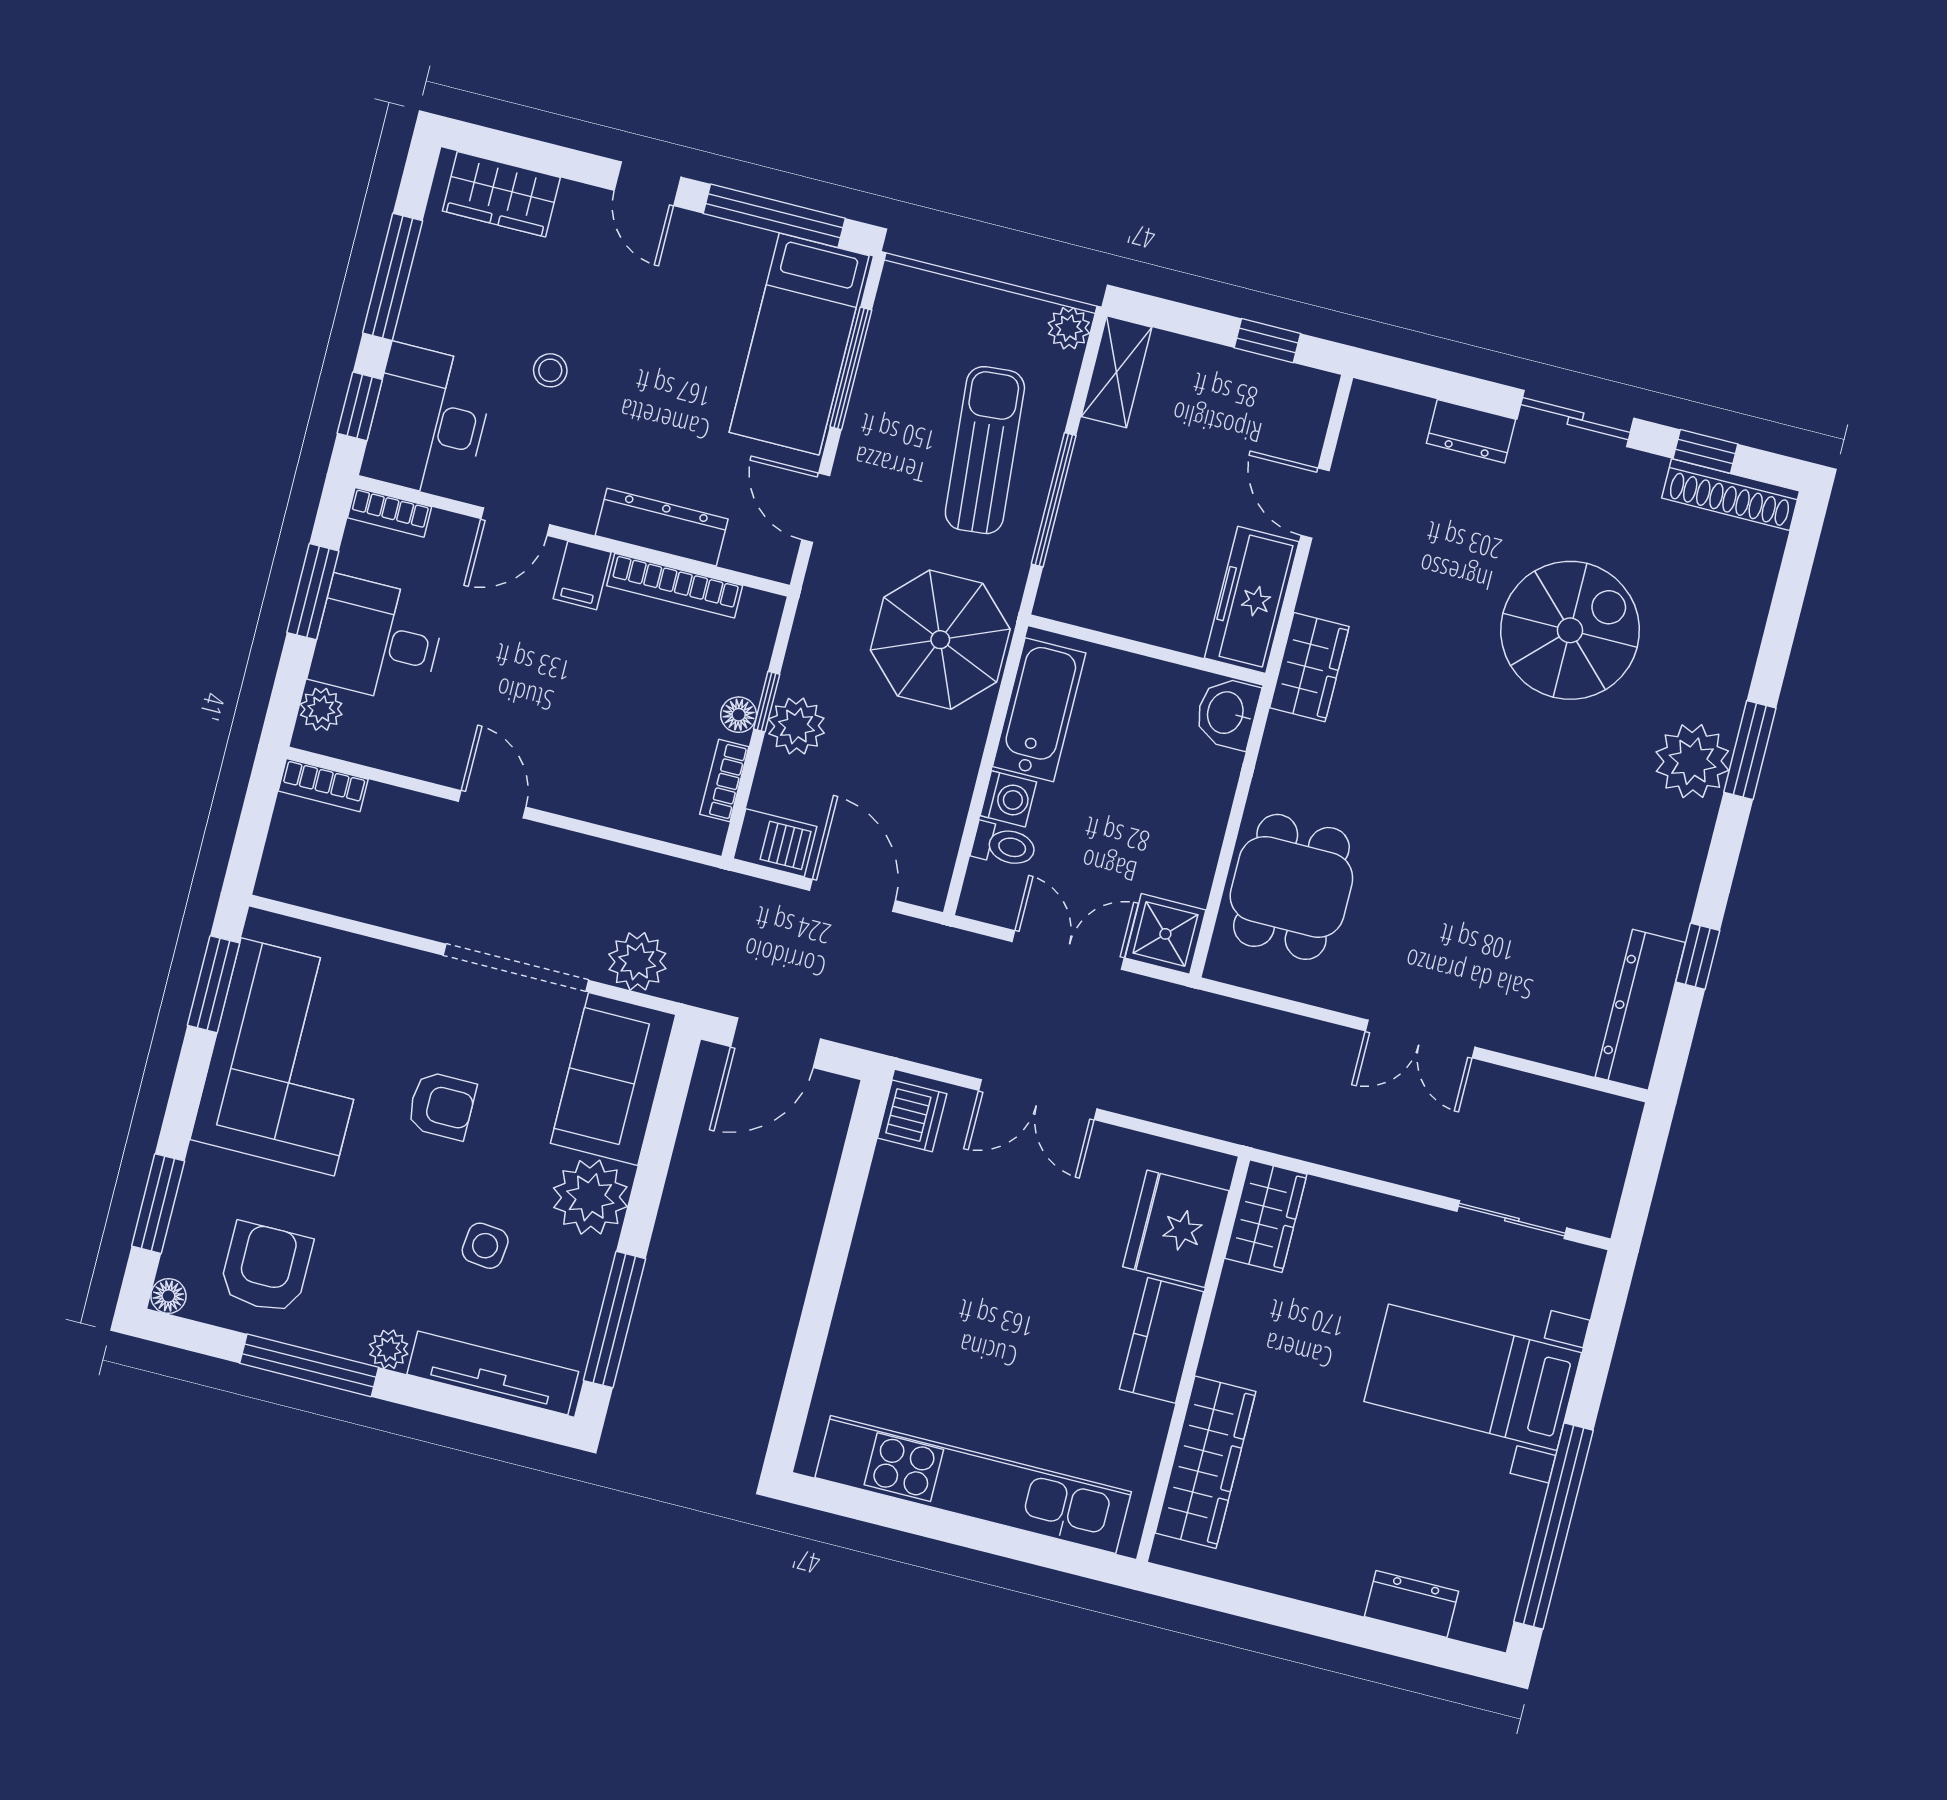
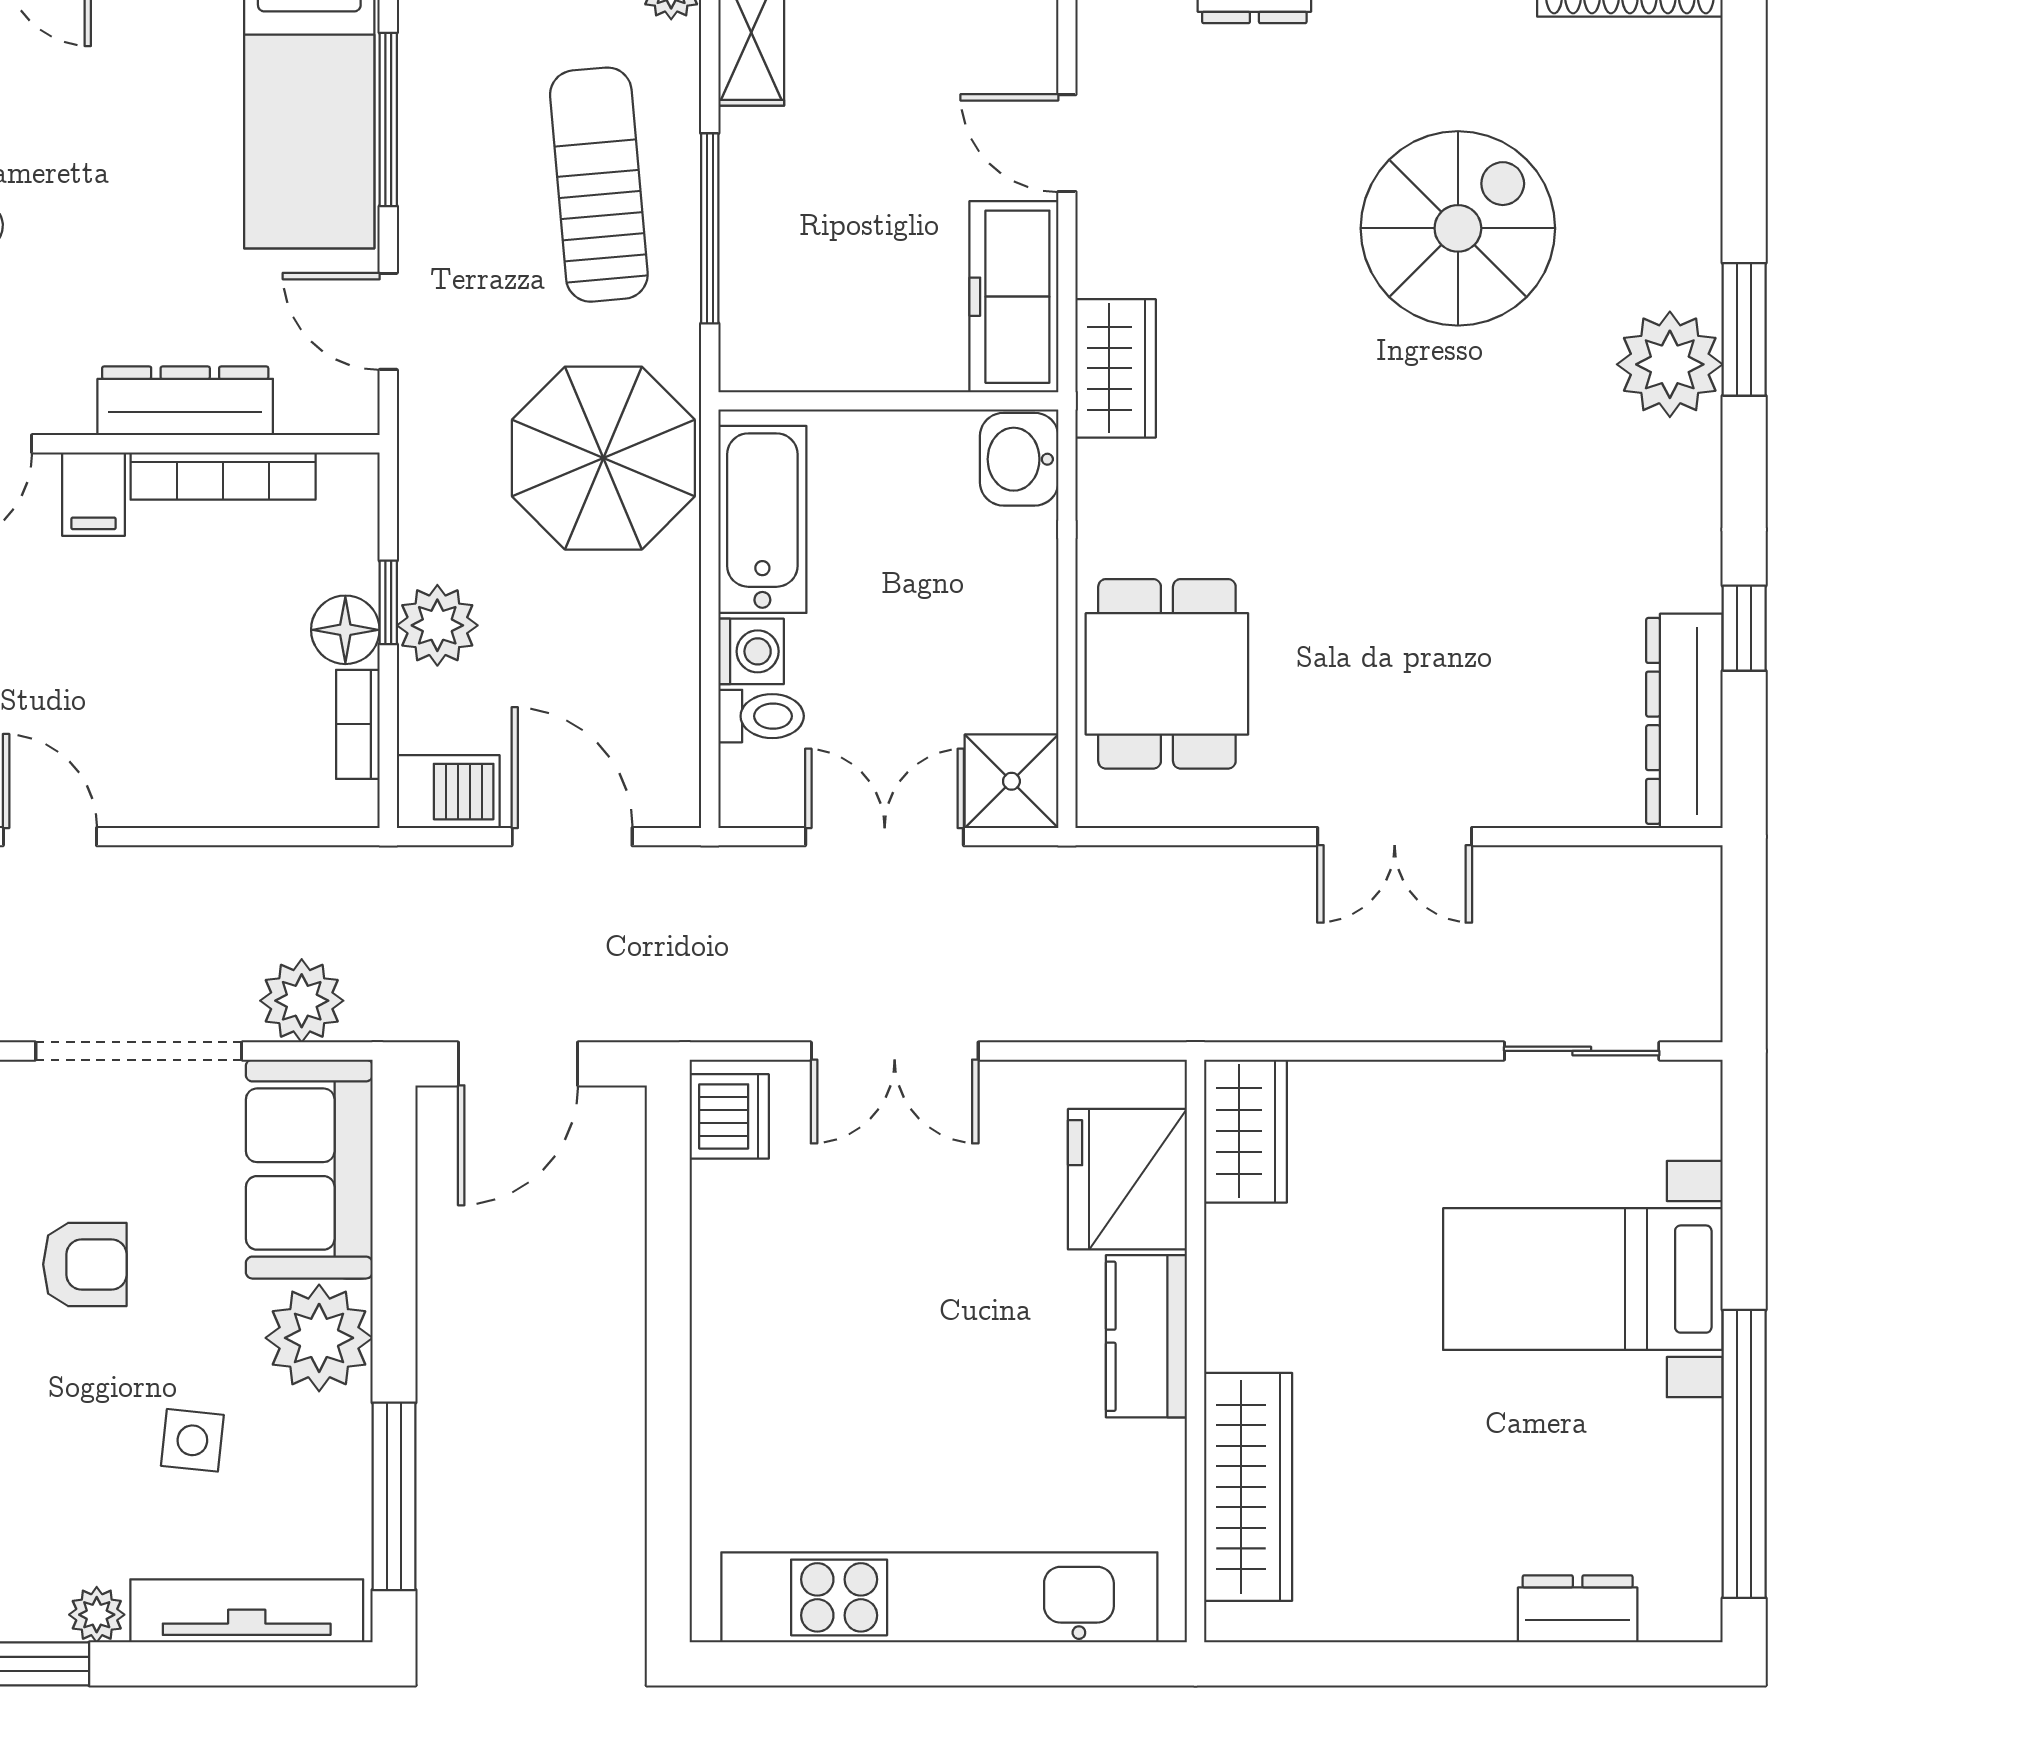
floor lamp: (739, 715) -> (345, 630), width x1.37, depth x1.37

